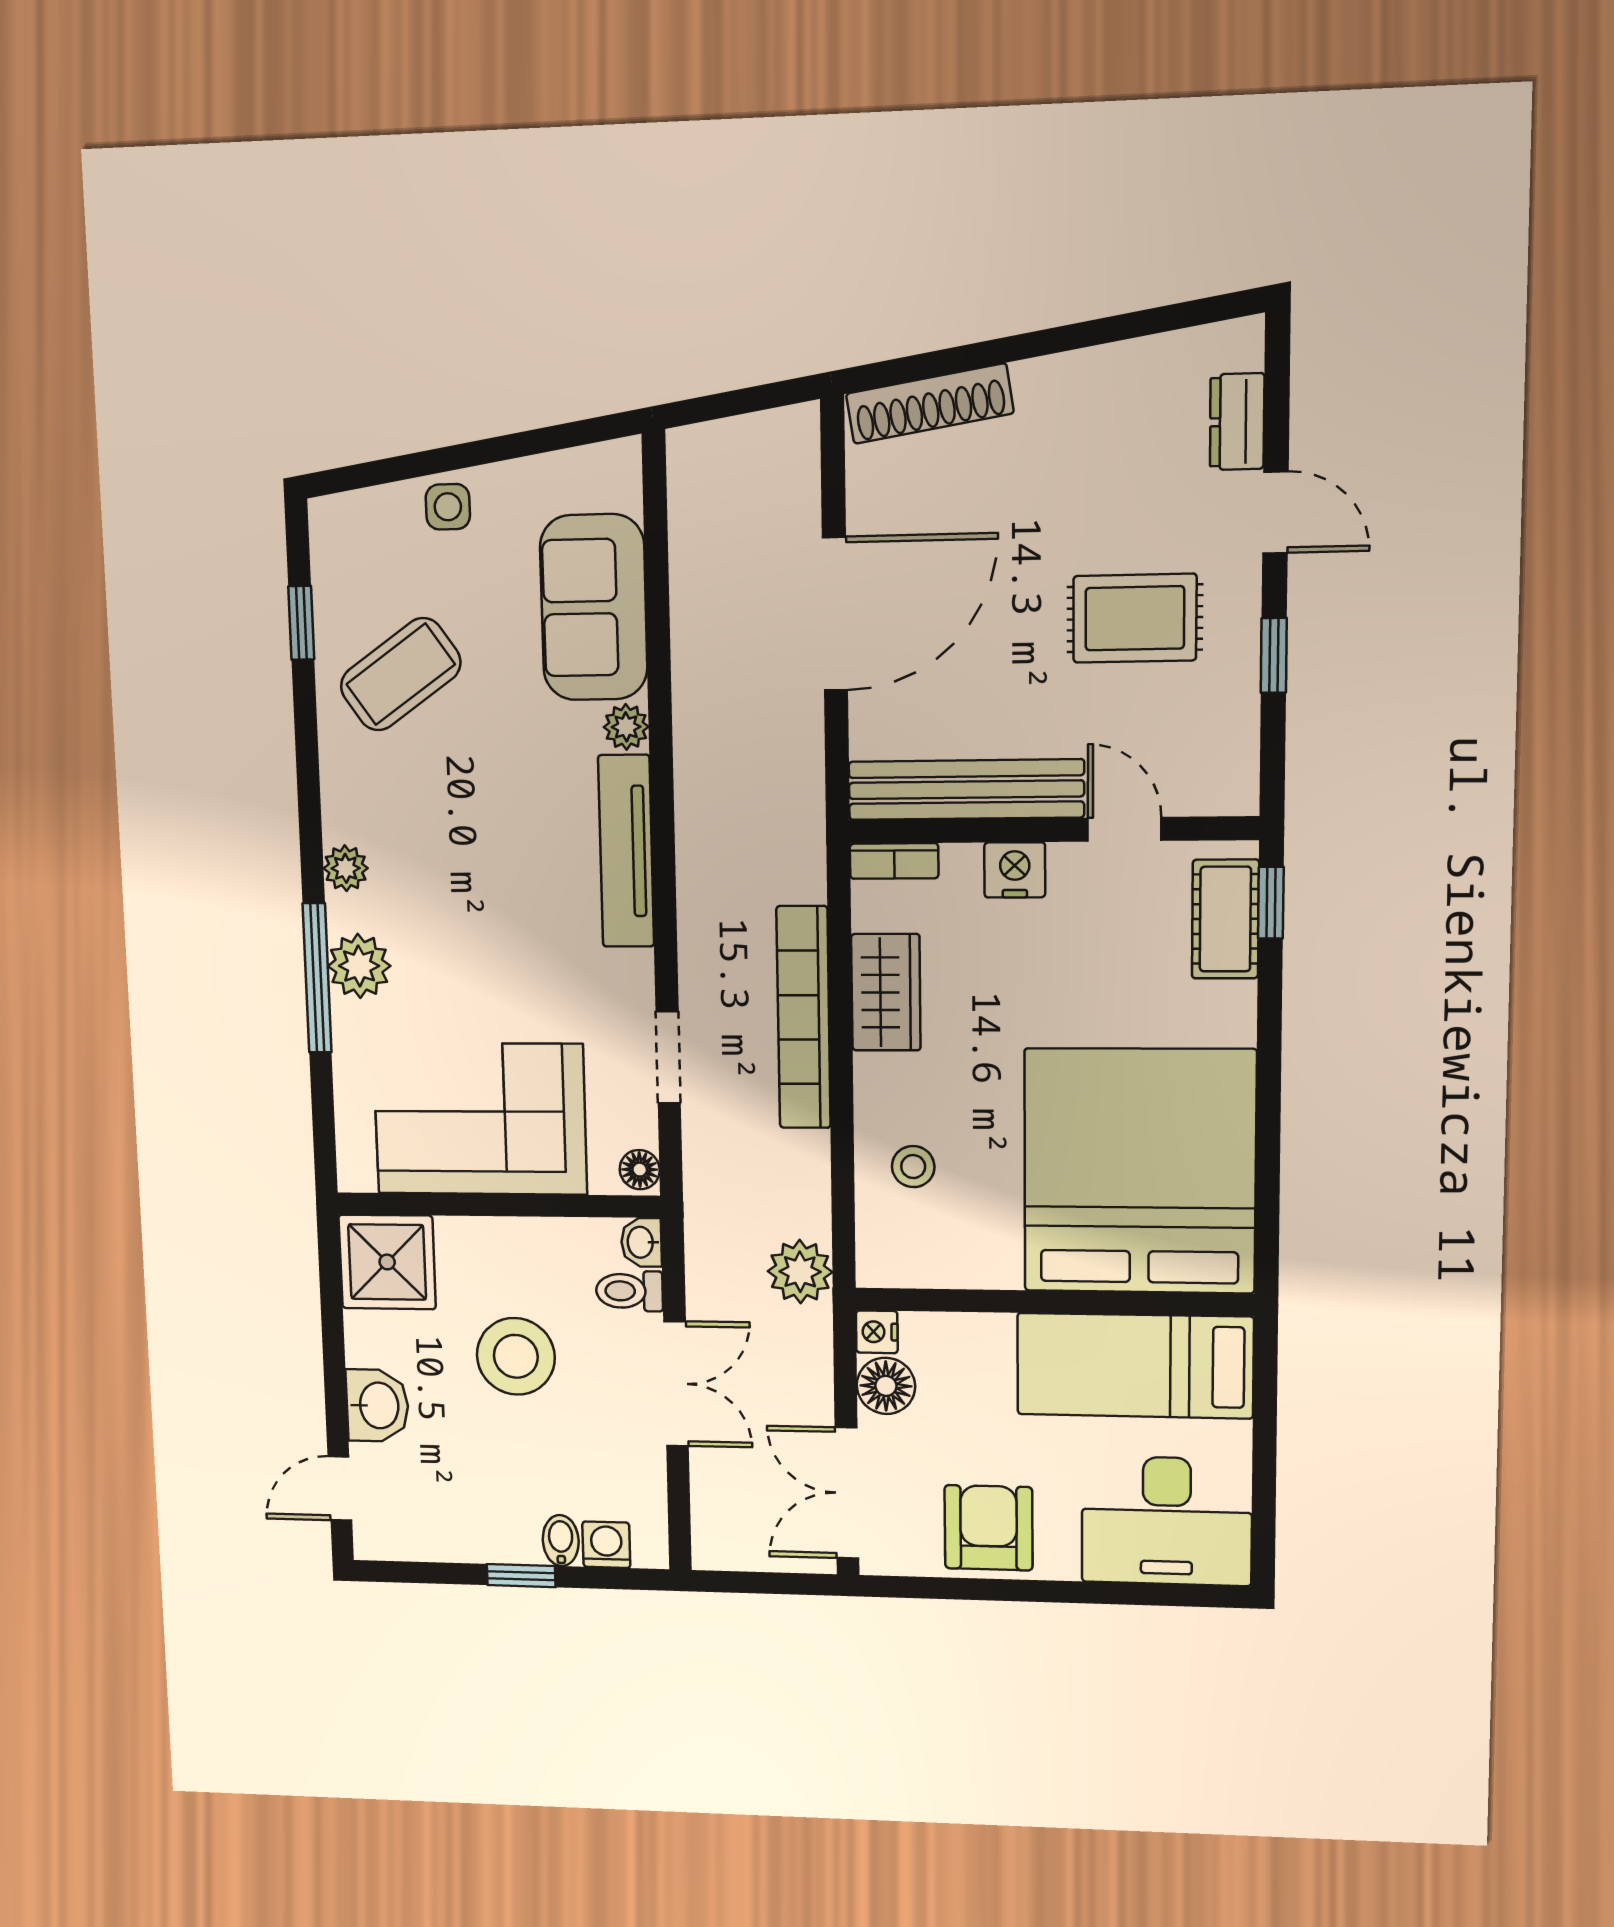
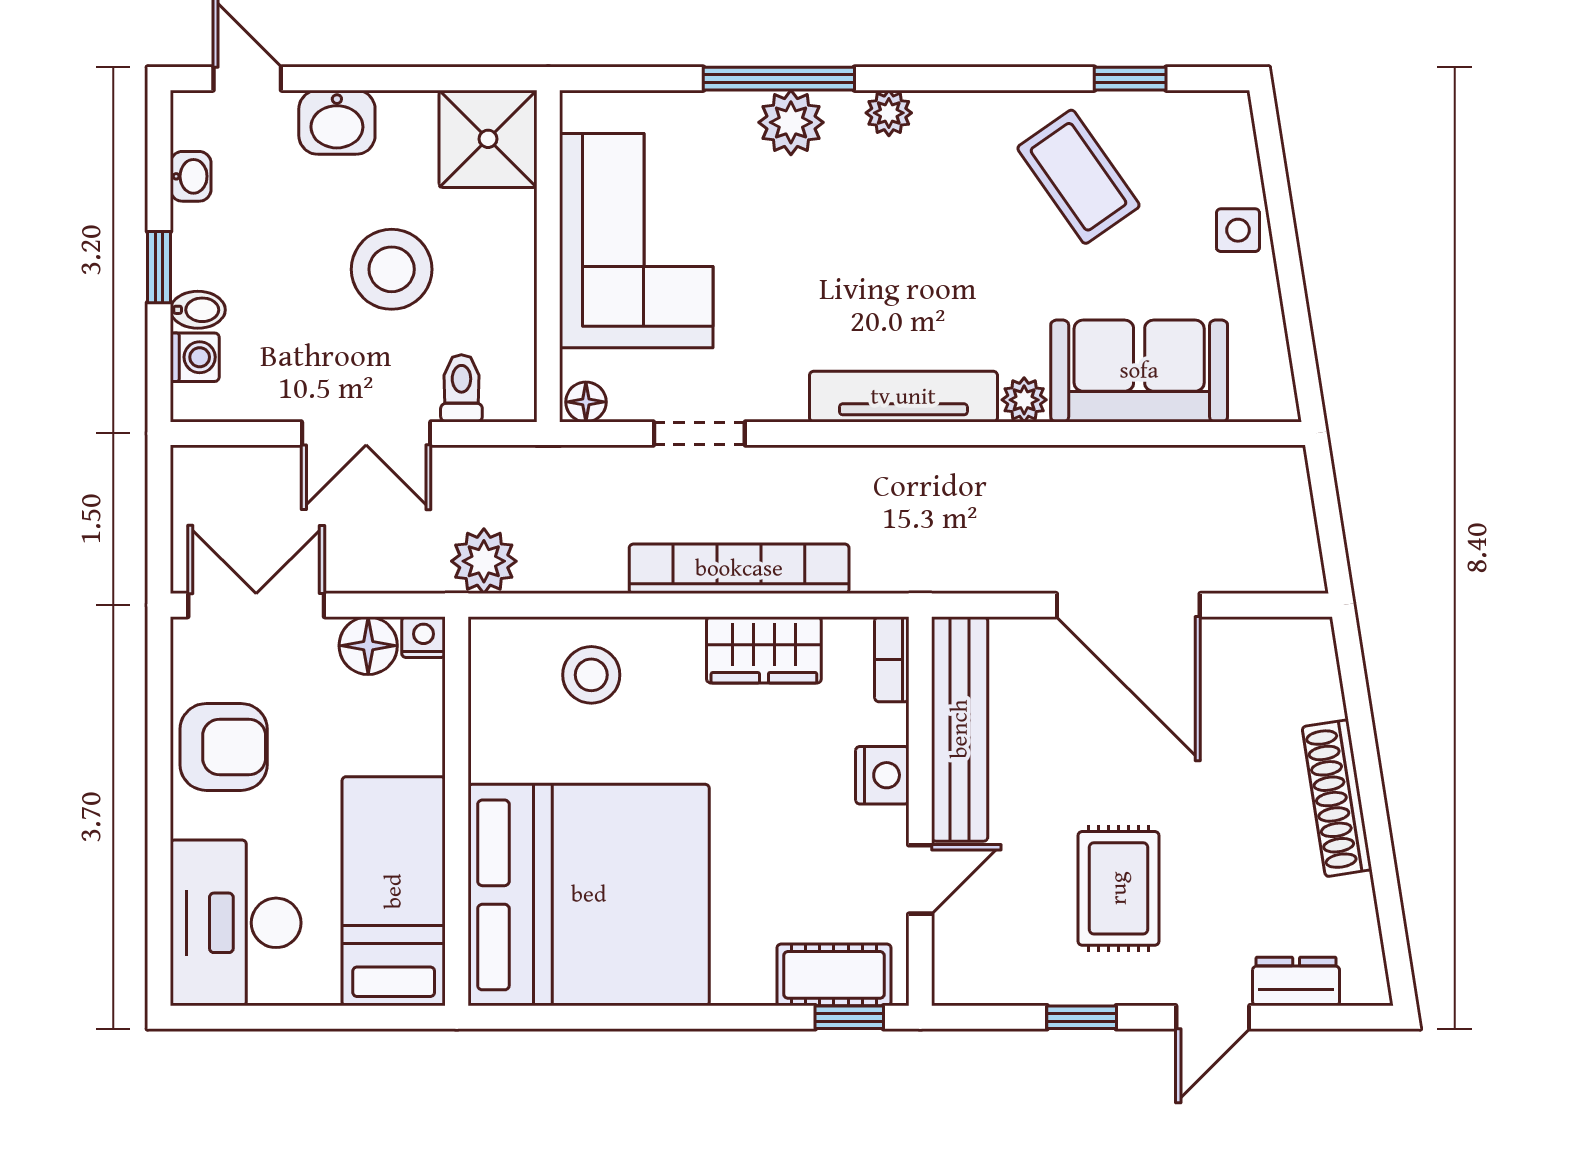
shoe rack: (930, 404) -> (1337, 798), moved
stool: (913, 1167) -> (591, 675), width x1.37, depth x1.37
washbasin: (641, 1242) -> (191, 176), moved, turned 90

